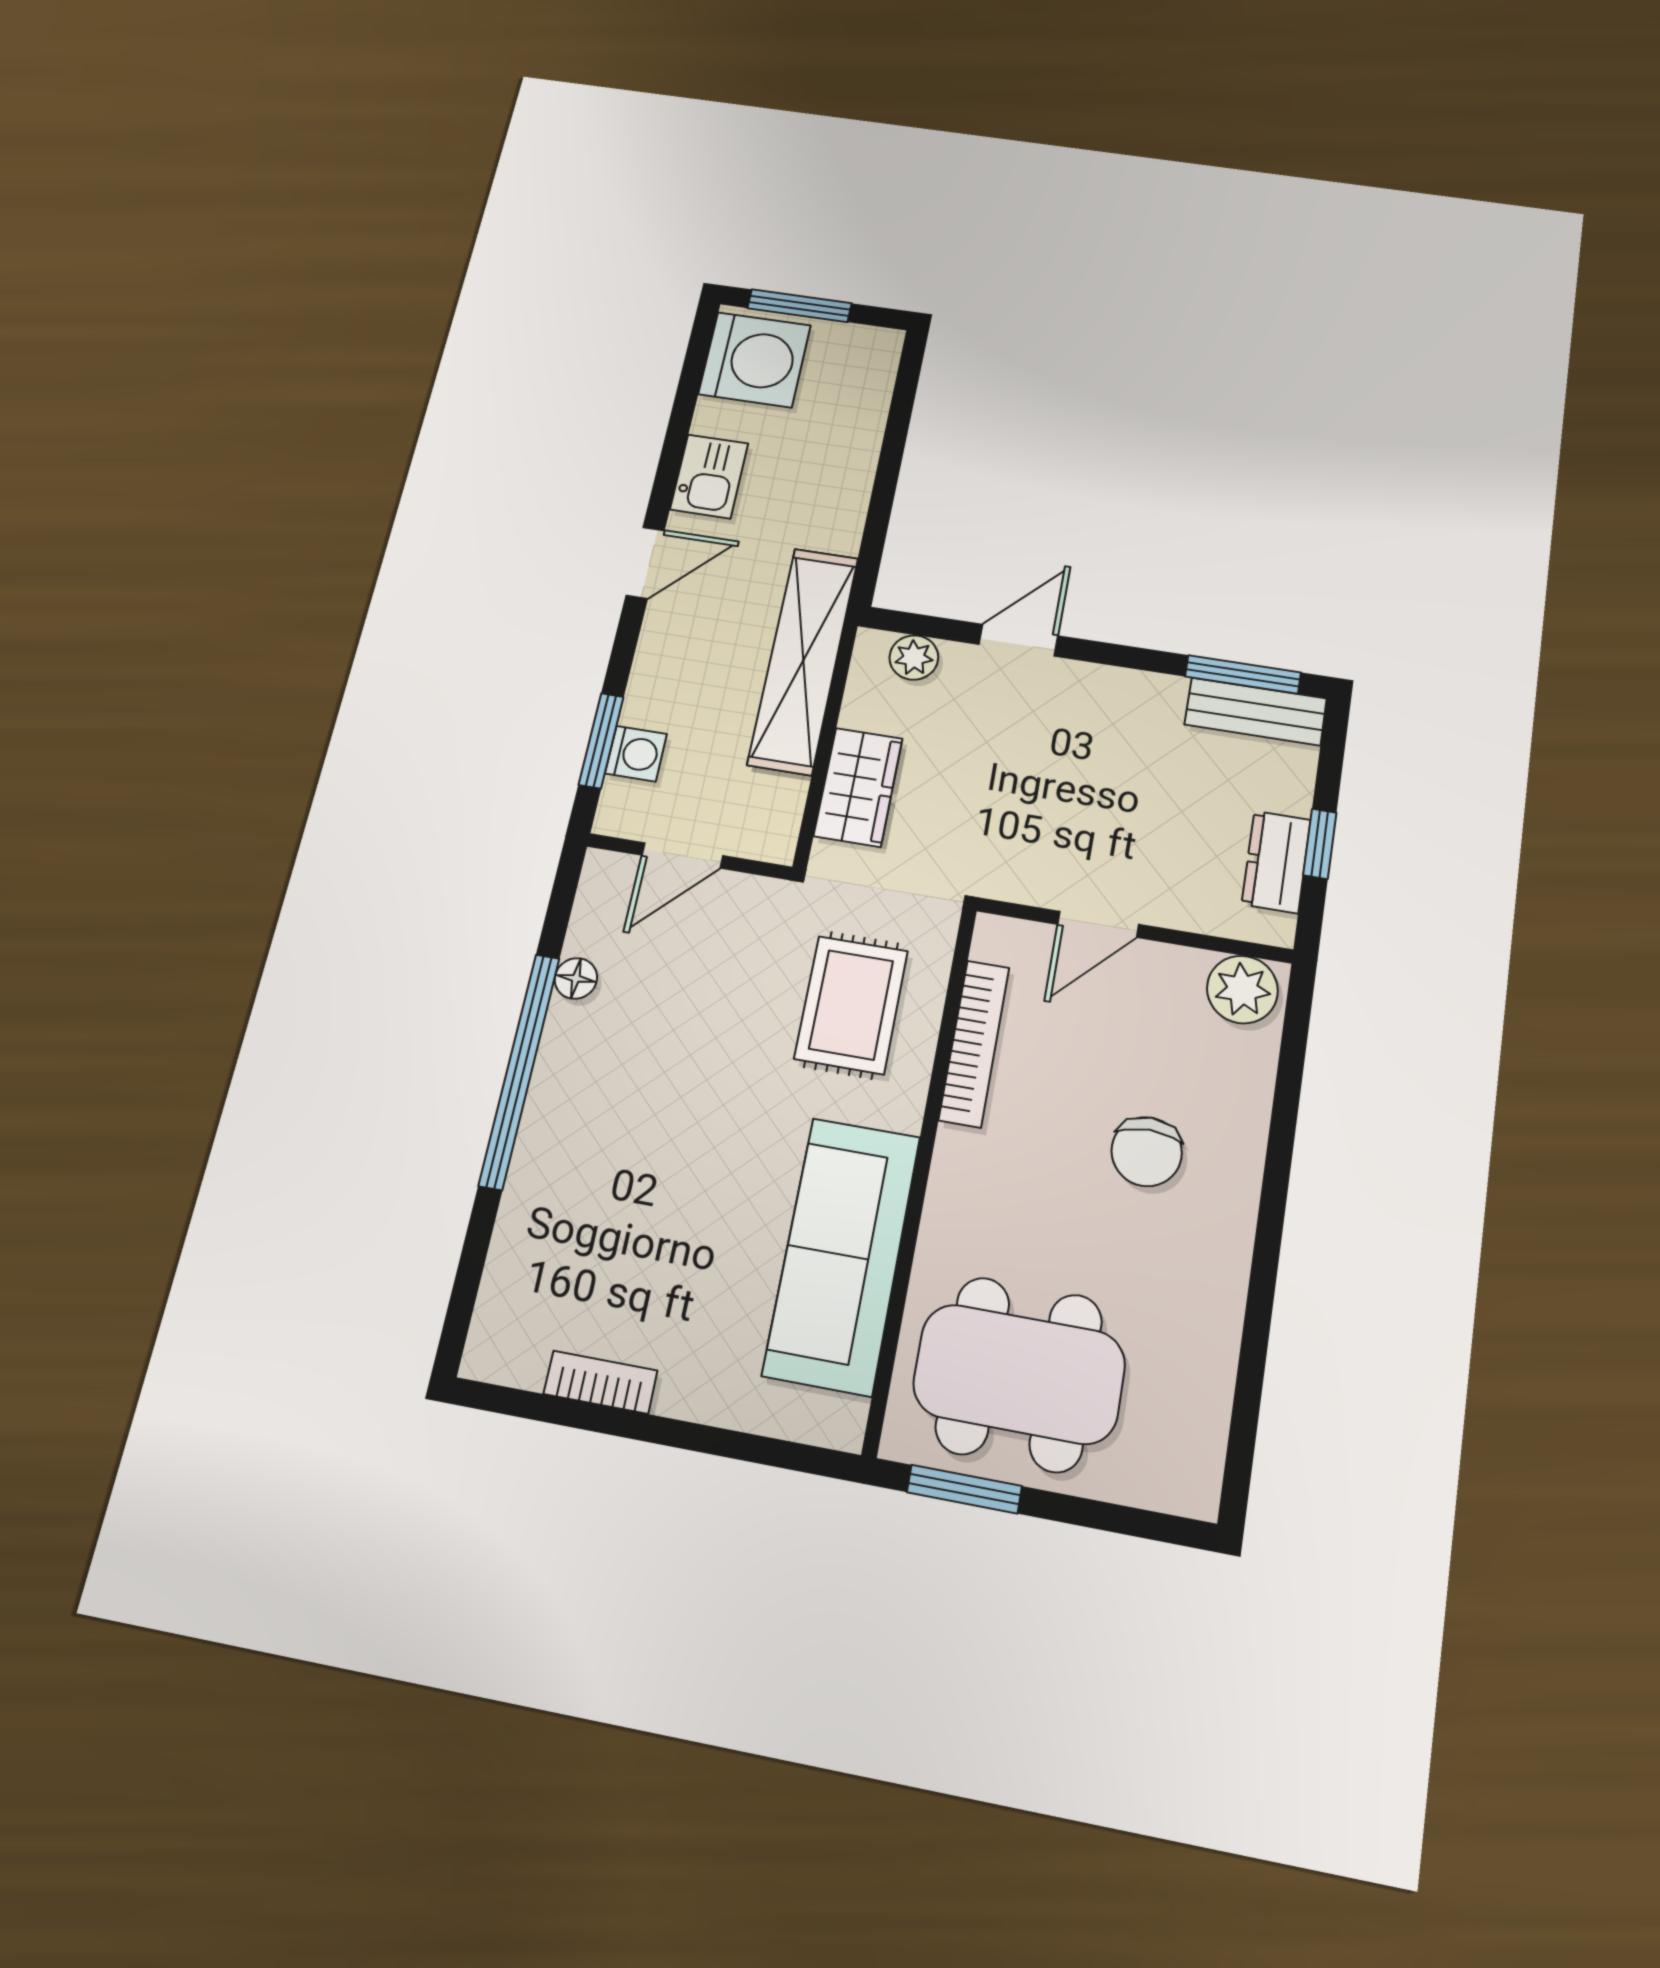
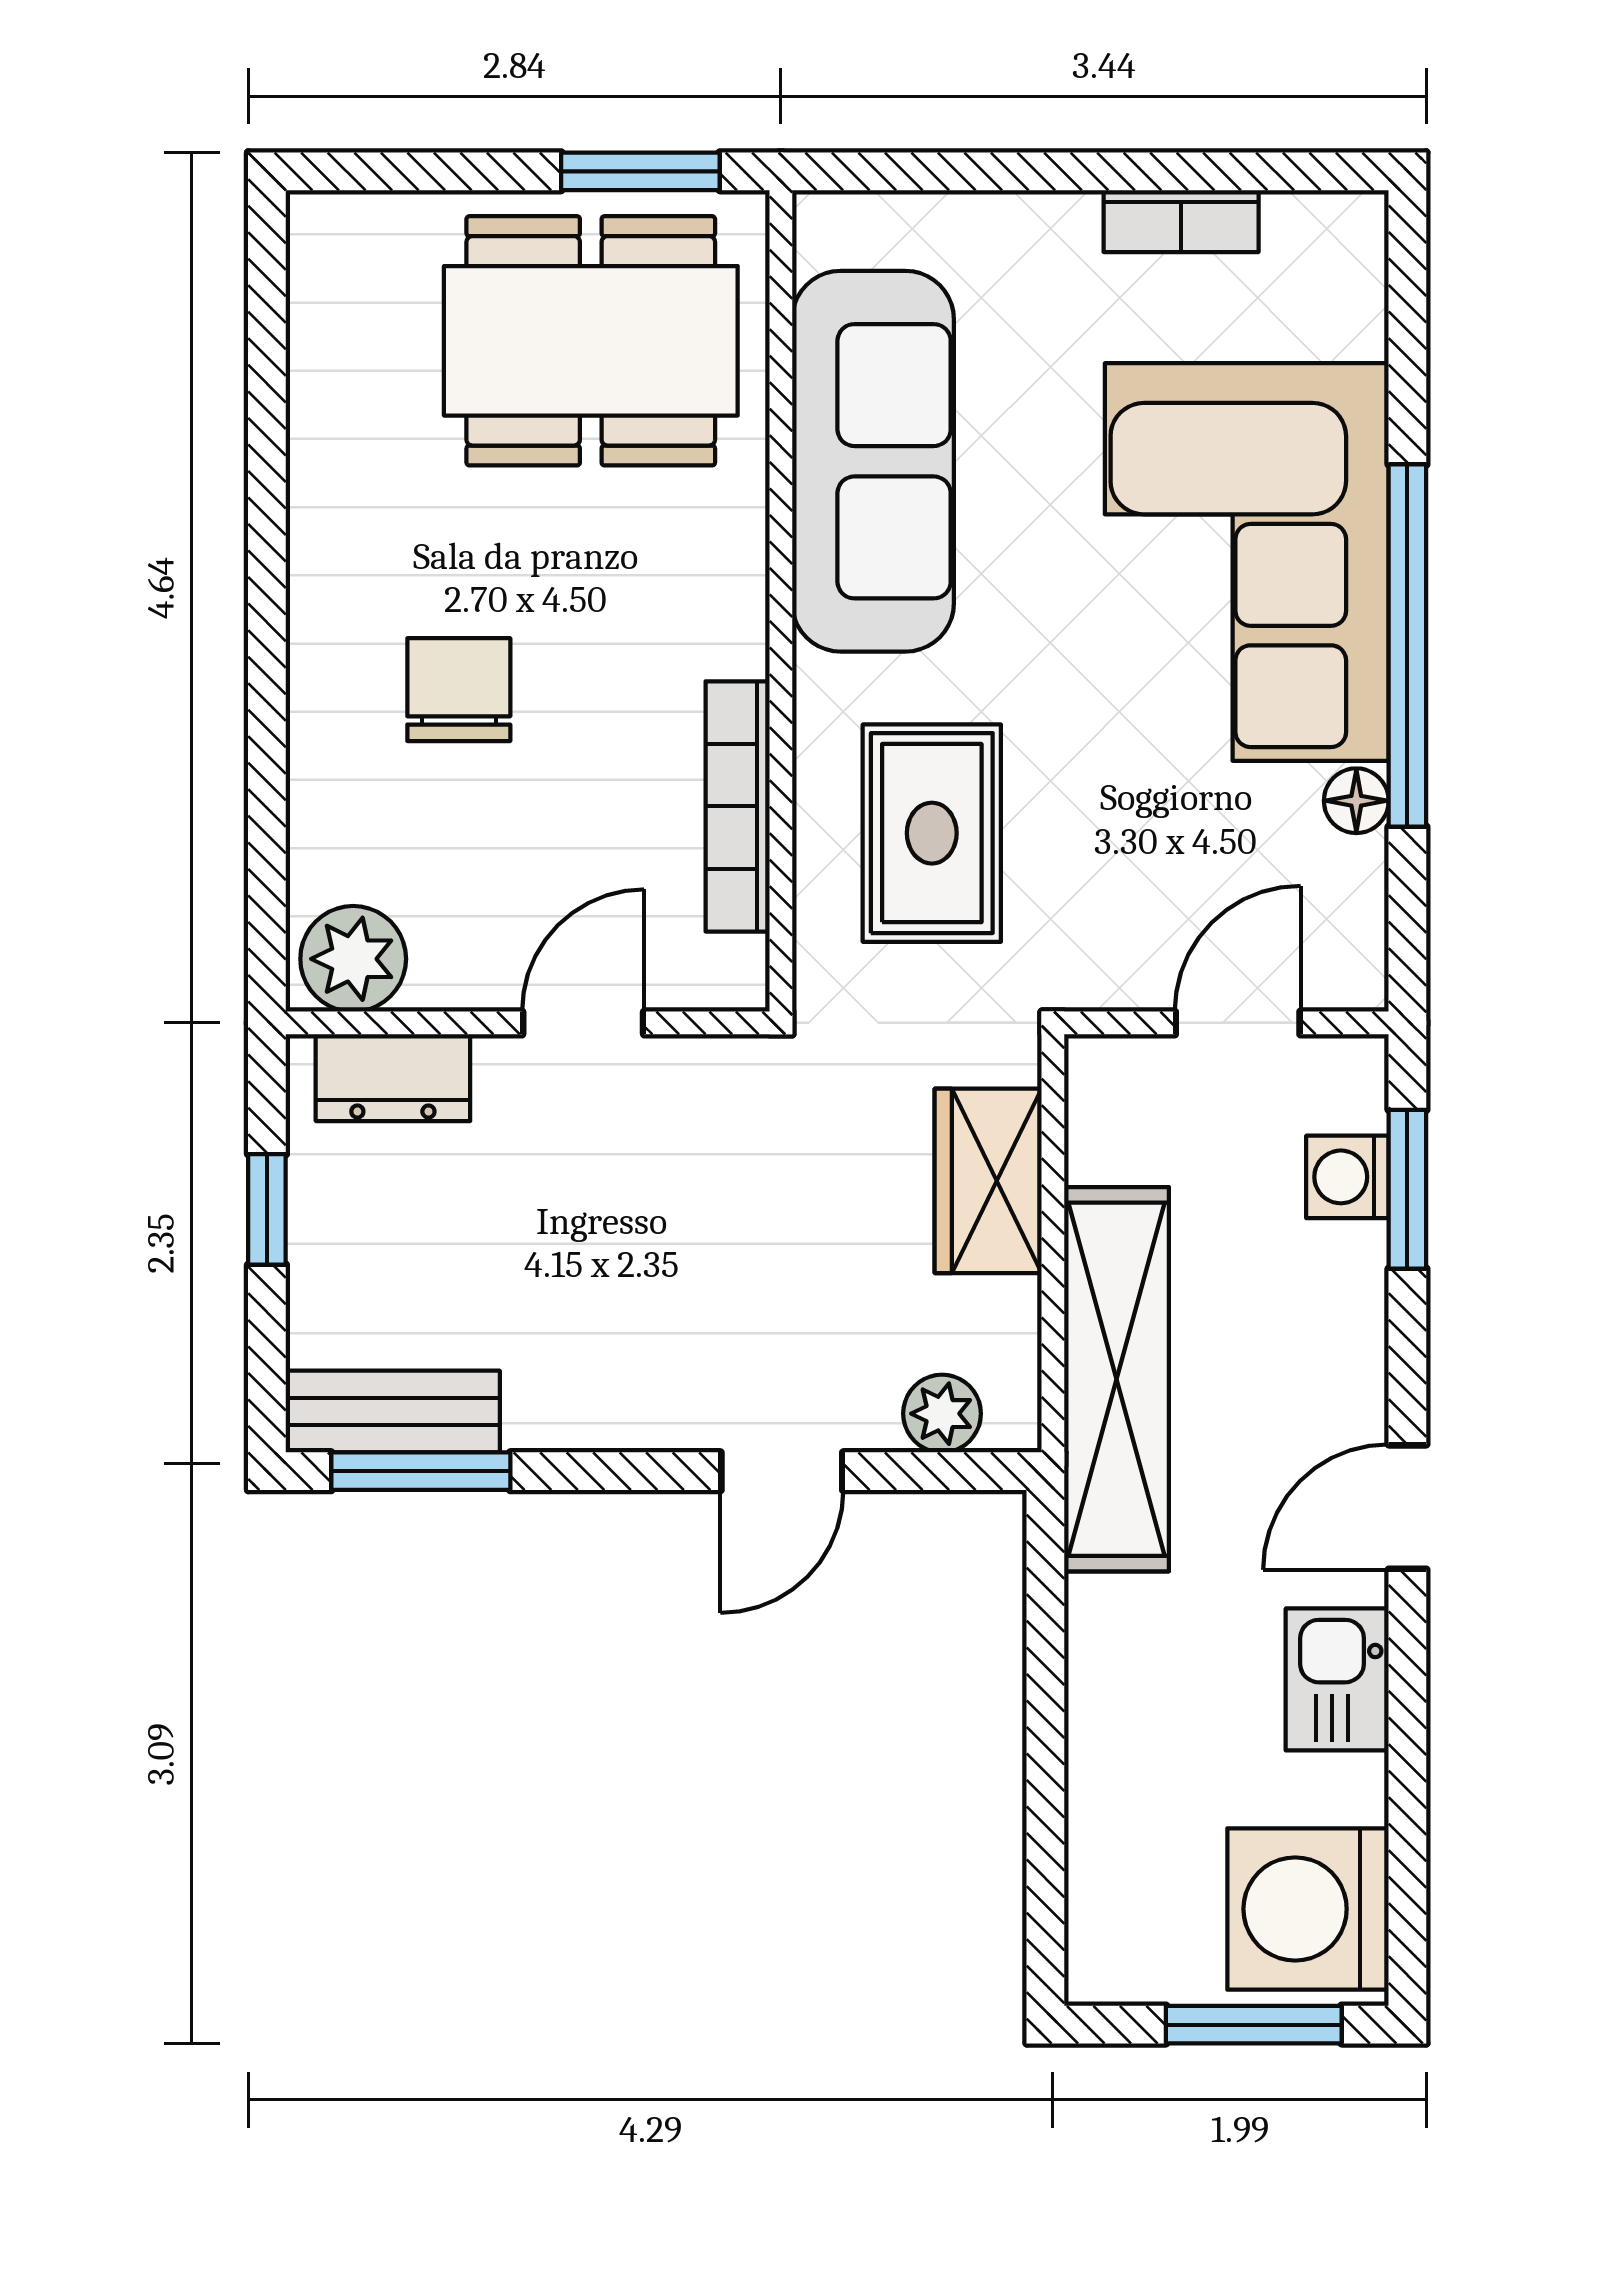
dresser: (1276, 862) -> (393, 1078), moved, turned 90
corner sofa: (610, 1143) -> (1247, 562), added

